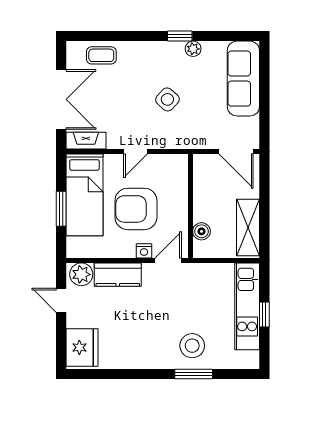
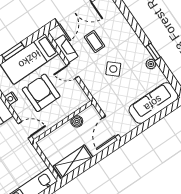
coffee table: (101, 55) -> (95, 42), moved
fireplace: (86, 141) -> (66, 49), moved
boiler: (201, 231) -> (77, 121), moved
nightstand: (144, 251) -> (11, 98), moved

